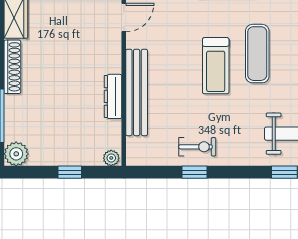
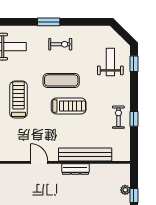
dresser: (113, 96) -> (75, 169), moved
plant: (111, 158) -> (125, 190), moved

